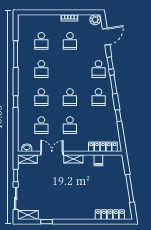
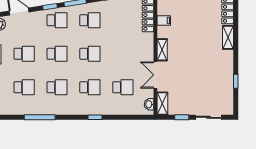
school desk: (70, 125) -> (57, 54), moved
shelving: (28, 215) -> (228, 37), moved

